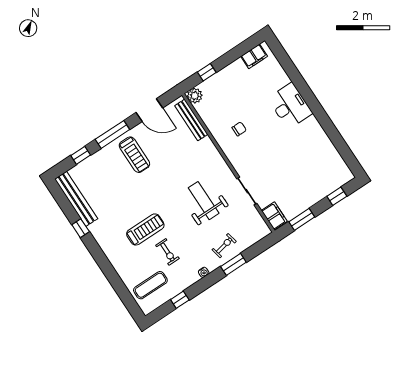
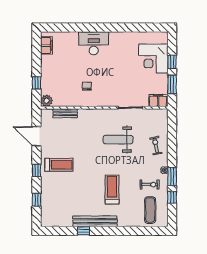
door: (149, 110) -> (36, 136), swing flipped
bench: (191, 120) -> (65, 113), width x0.73
window: (112, 134) -> (36, 170), width x0.46
corner desk: (316, 181) -> (153, 59), added
window: (337, 196) -> (172, 62), moved
bench: (76, 199) -> (95, 221), moved
exercise bike: (167, 252) -> (150, 185), moved
window: (233, 264) -> (172, 177), moved

